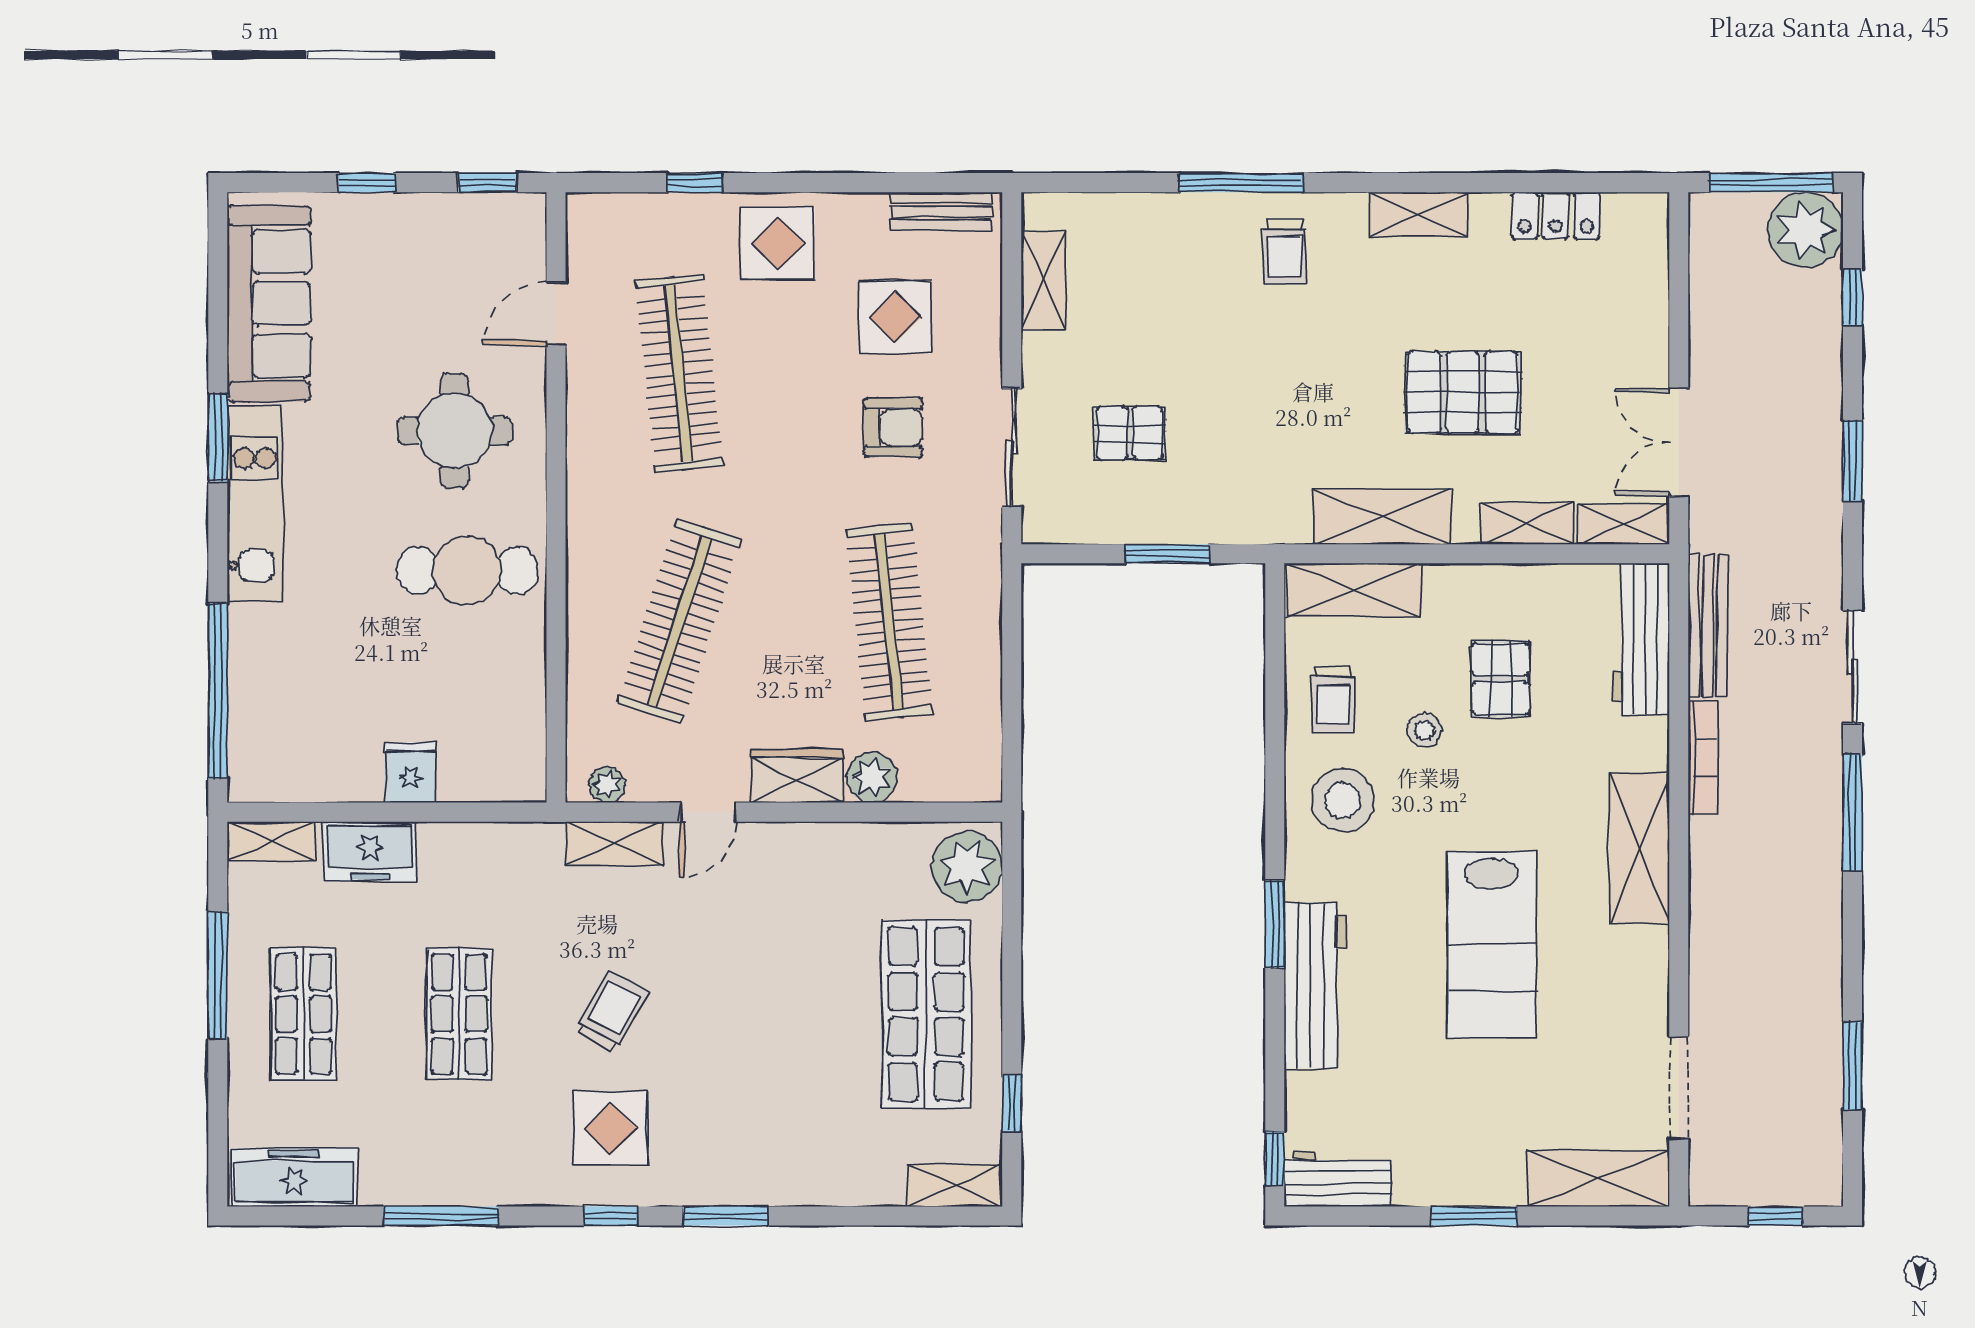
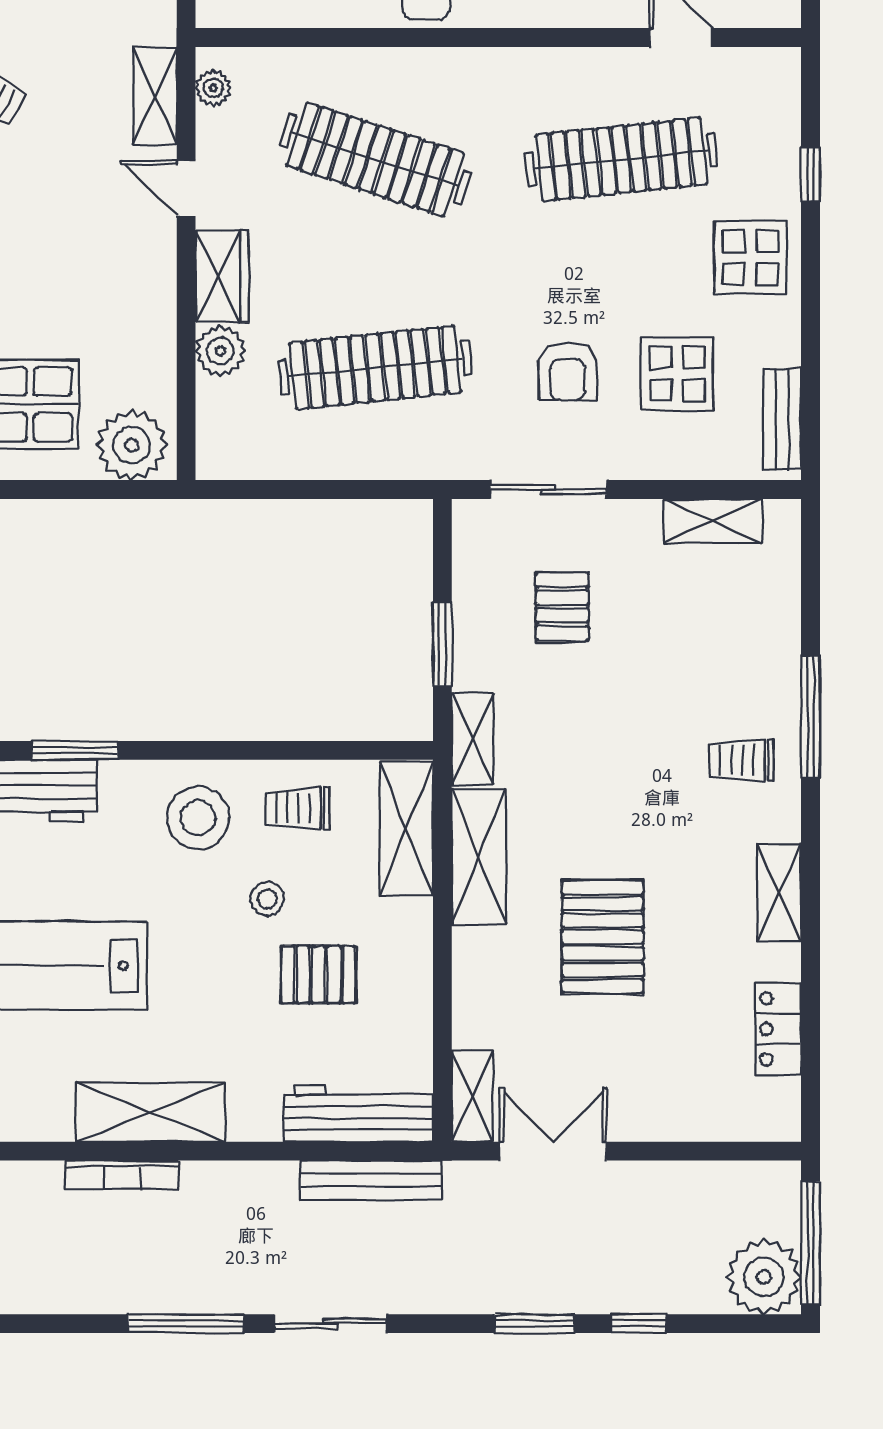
window: (1853, 297) -> (639, 1324), moved
shelving: (1528, 523) -> (472, 739), moved
bookcase: (1703, 757) -> (122, 1175), moved

